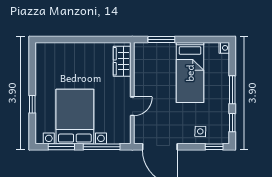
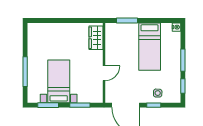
window: (32, 104) -> (25, 72), width x2.17
bed with nightstands: (75, 117) -> (59, 81), width x0.73
window: (102, 147) -> (80, 105), width x0.69
window: (214, 147) -> (154, 105), moved

